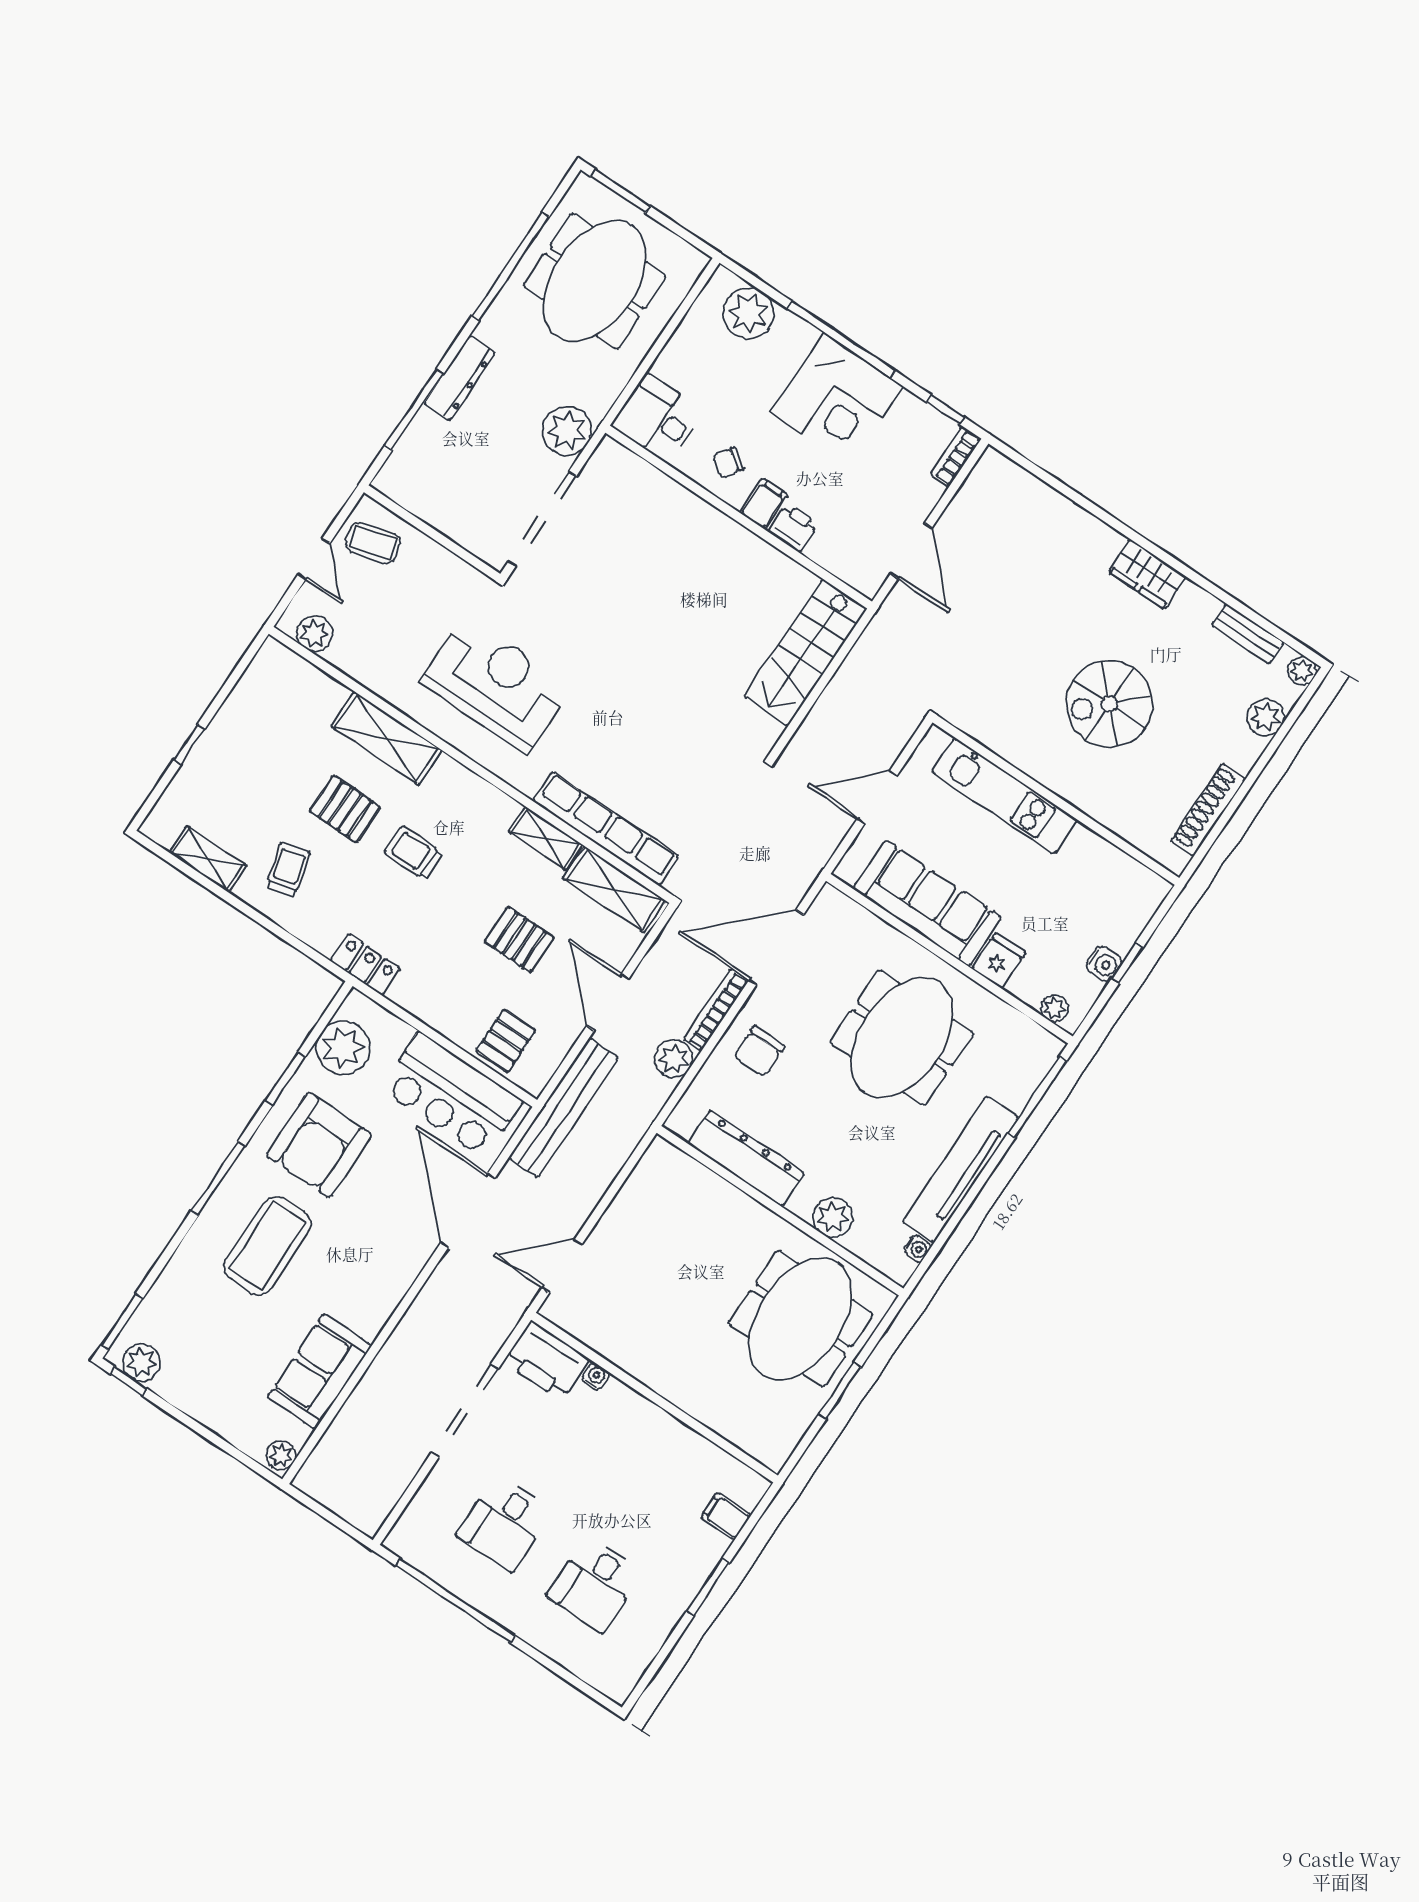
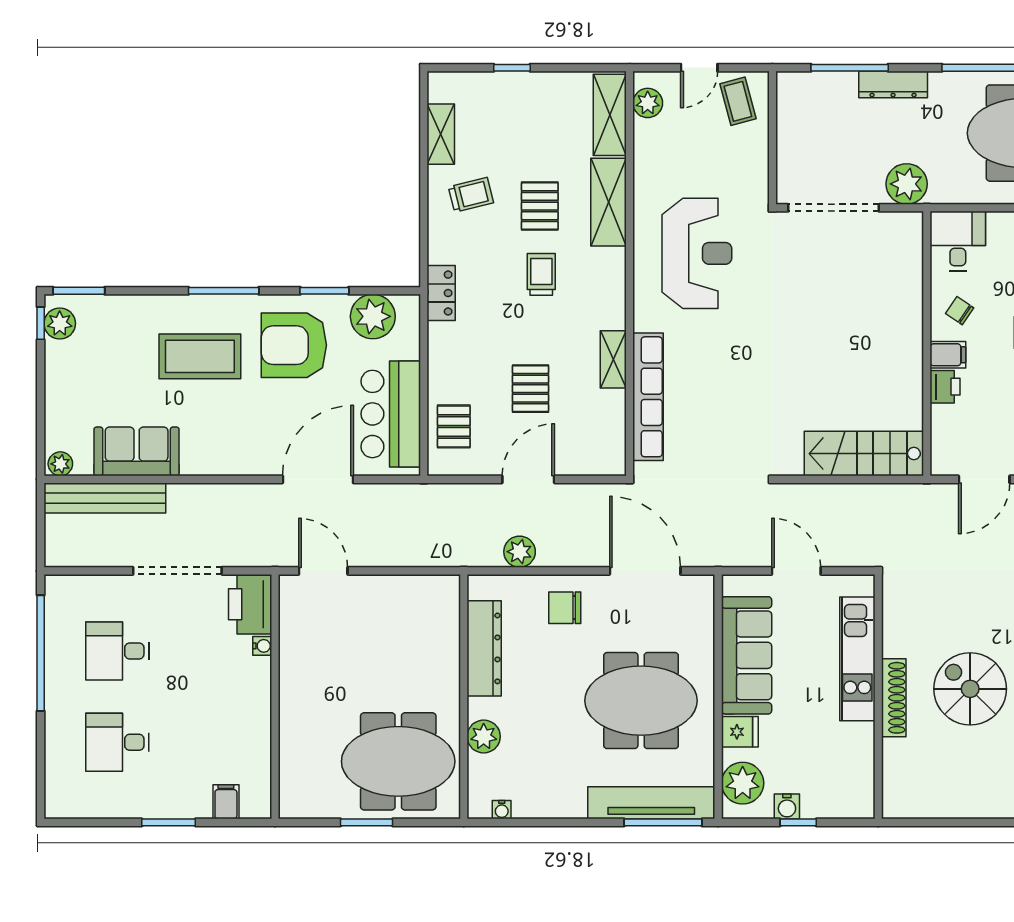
shoe rack: (1208, 810) -> (894, 698), moved, turned 90
shelving: (614, 889) -> (610, 115), moved
plant: (1054, 1008) -> (743, 783), width x1.87, depth x1.87
bookcase: (716, 1010) -> (574, 558), removed
pallet: (506, 1041) -> (454, 426), turned 90
bench: (564, 1108) -> (105, 498), moved
tv unit: (960, 1169) -> (651, 803), moved

